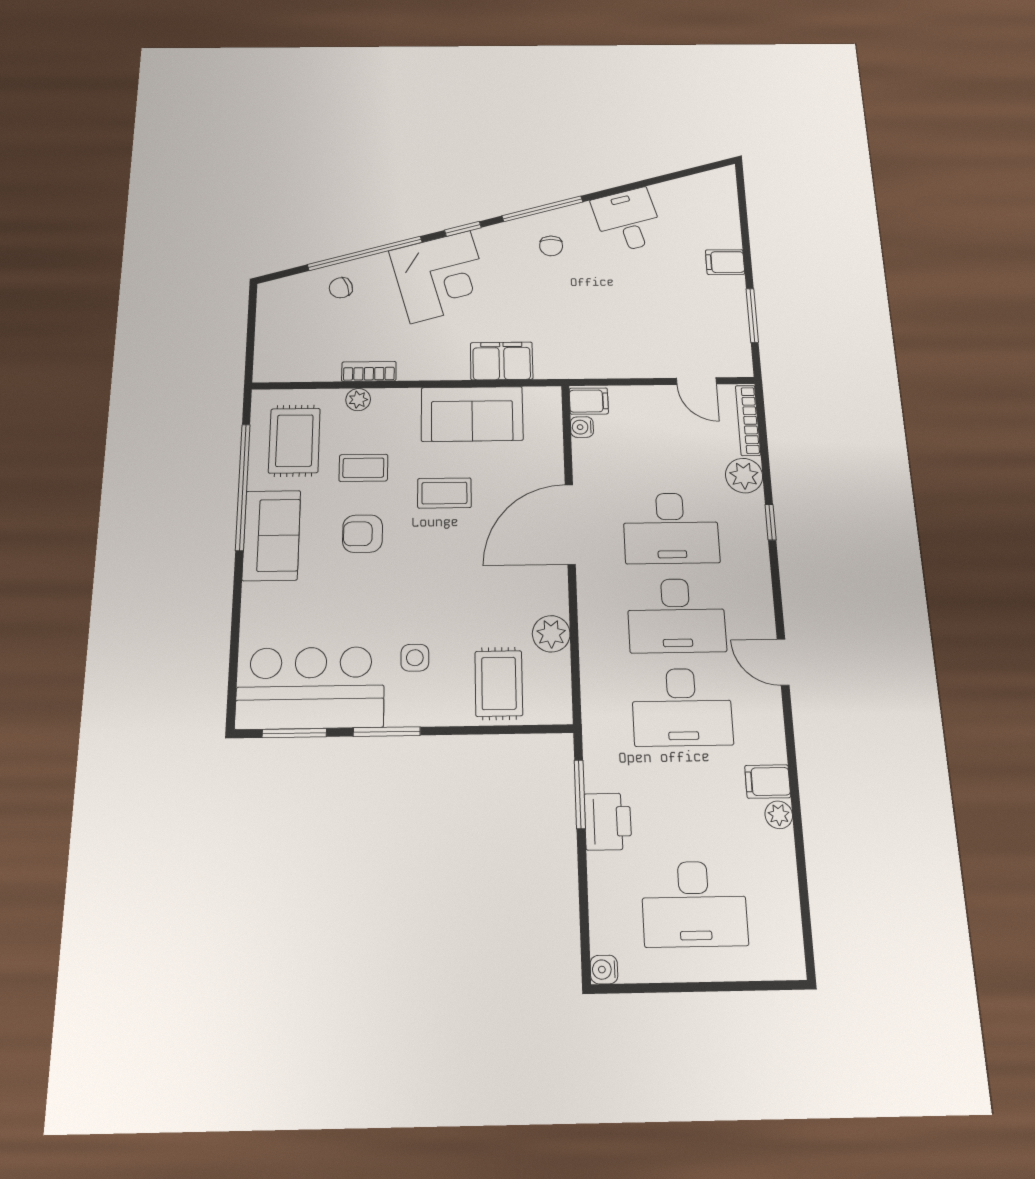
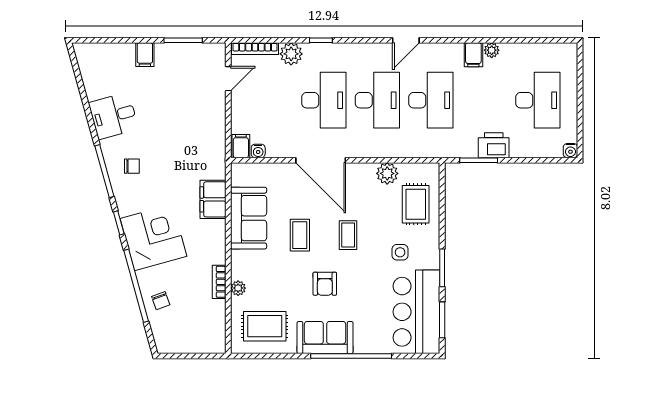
coffee table: (363, 468) -> (348, 235), moved
window: (243, 487) -> (351, 356), moved
rug: (499, 683) -> (416, 204), turned 90

